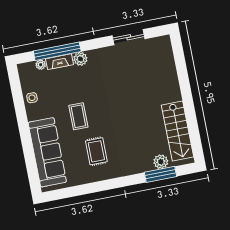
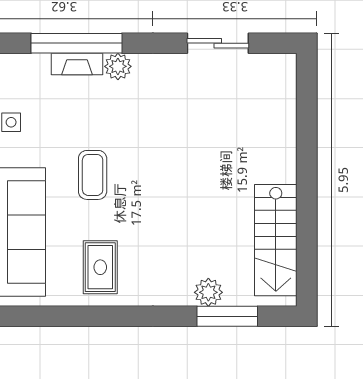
plant: (41, 65) -> (40, 63), removed
rug: (96, 151) -> (100, 267), moved
plant: (161, 162) -> (208, 292), moved

